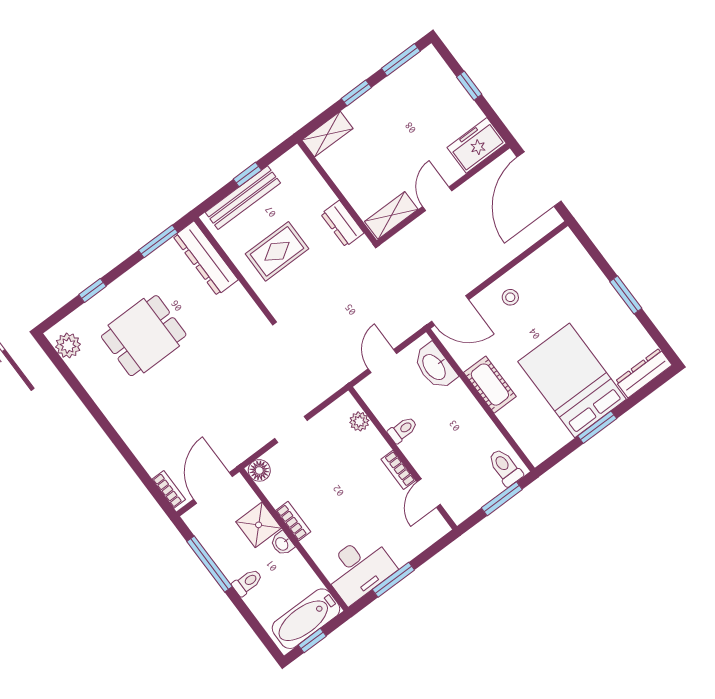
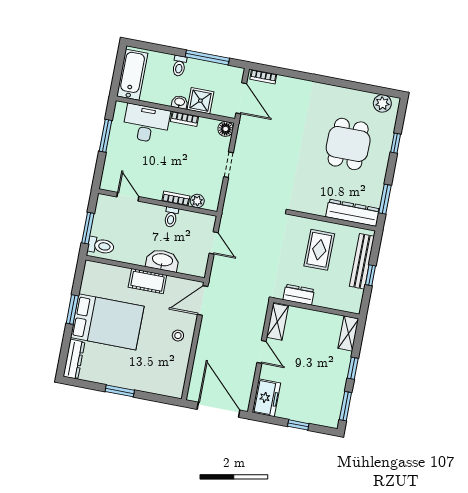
washbasin: (435, 367) -> (162, 260), moved
bookcase: (398, 470) -> (176, 198), moved
desk: (359, 569) -> (146, 124), moved, turned 90
window: (312, 641) -> (119, 66), removed

